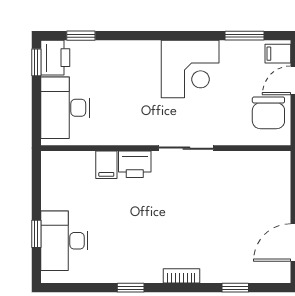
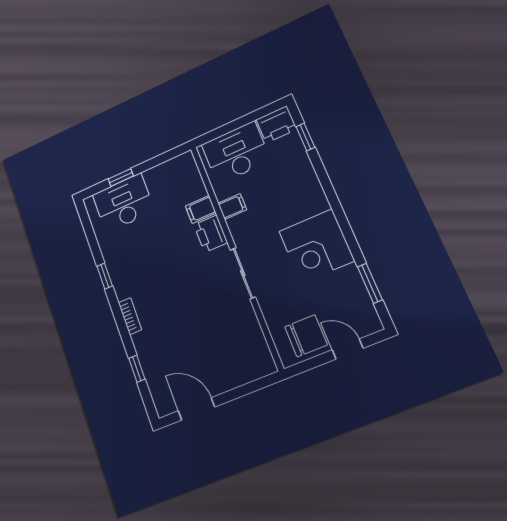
filing cabinet: (278, 54) -> (232, 207), moved, turned 90
window: (36, 62) -> (265, 111), removed
chair: (268, 113) -> (306, 336), turned 180

